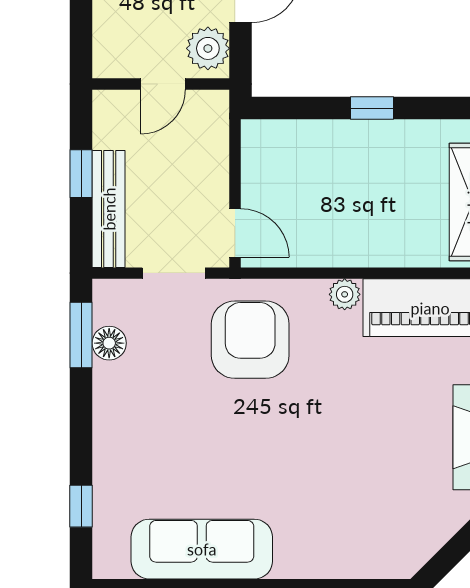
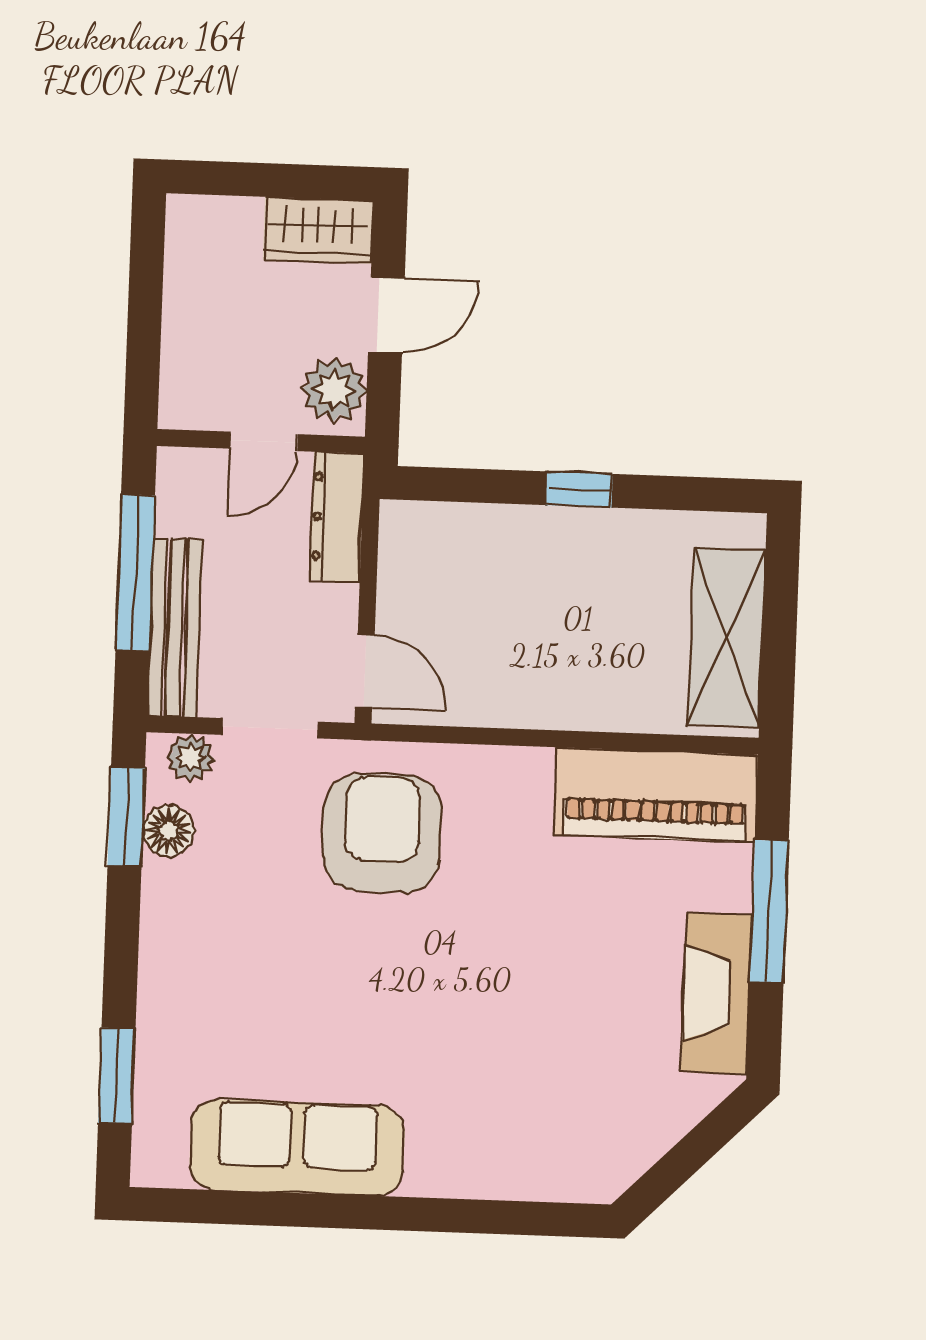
dresser: (213, 132) -> (337, 517), added
window: (81, 174) -> (135, 572), width x2.17
plant: (345, 294) -> (190, 757), moved
window: (81, 506) -> (117, 1076), width x1.50

